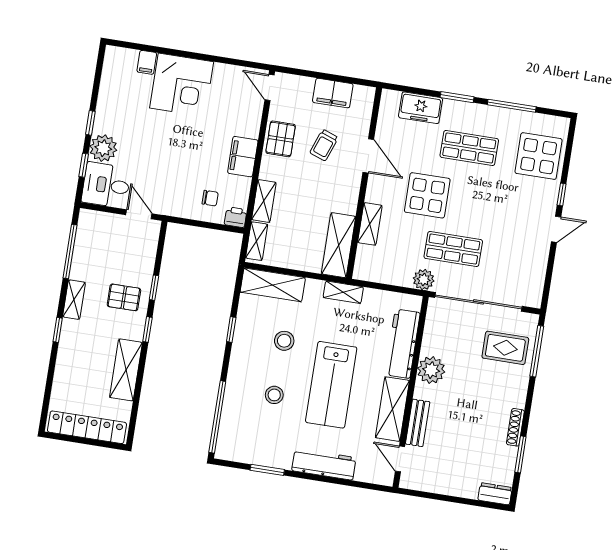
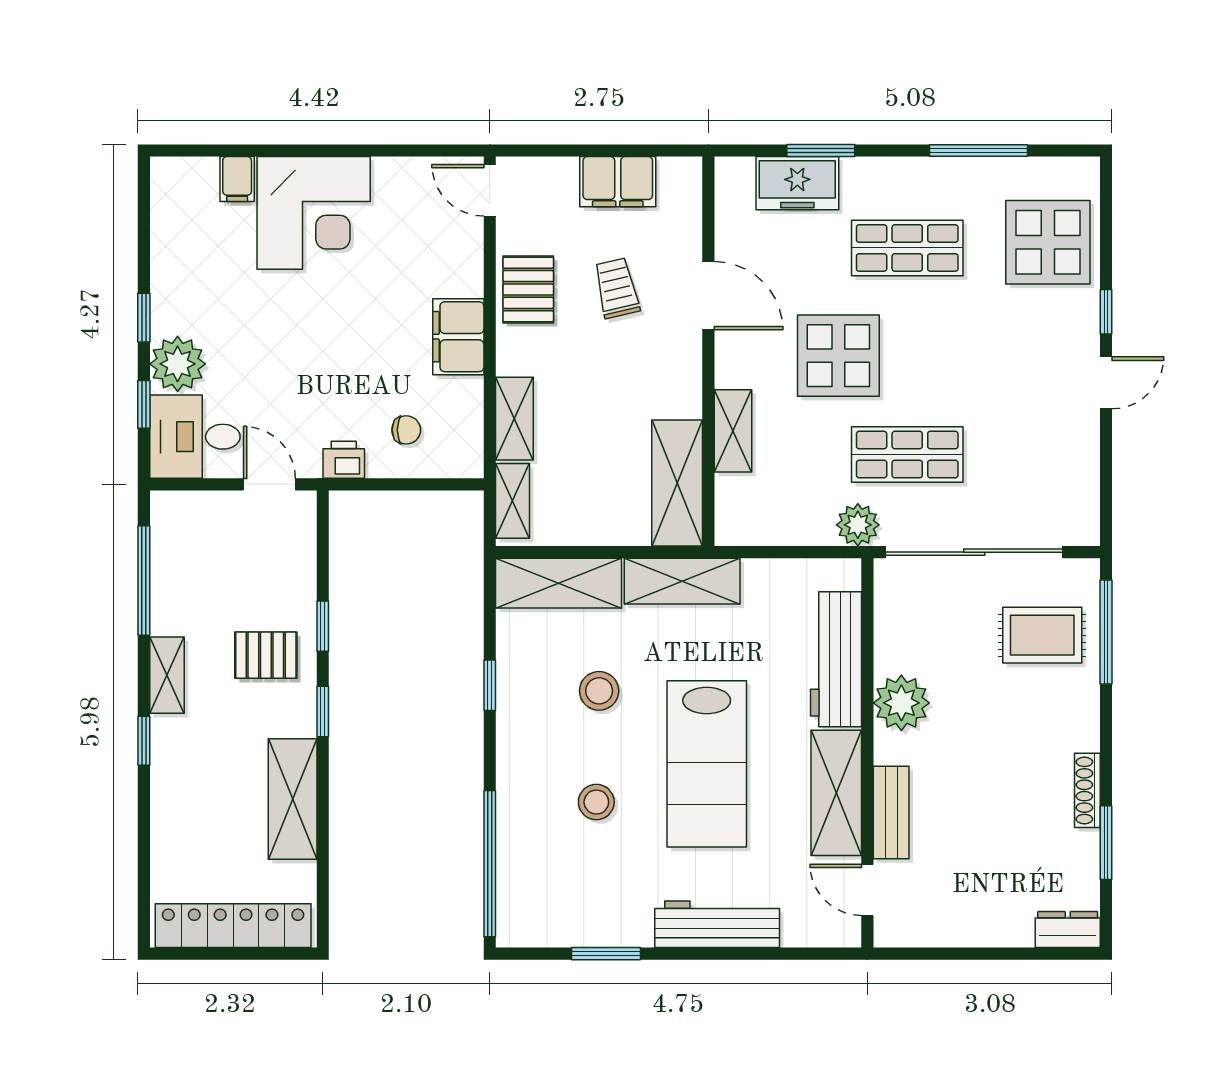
window: (457, 97) -> (821, 150), moved
trolley: (324, 145) -> (617, 288), turned 147
printer: (236, 217) -> (344, 460), moved
shelving: (343, 292) -> (682, 581), width x1.50, depth x1.33

